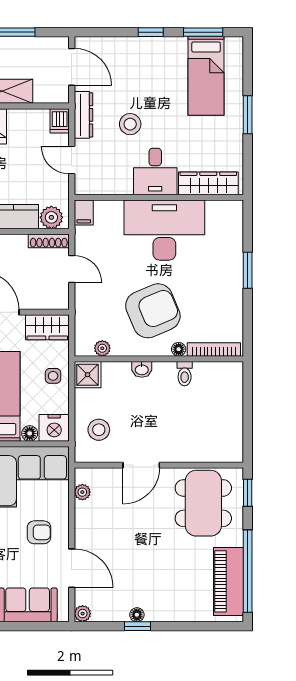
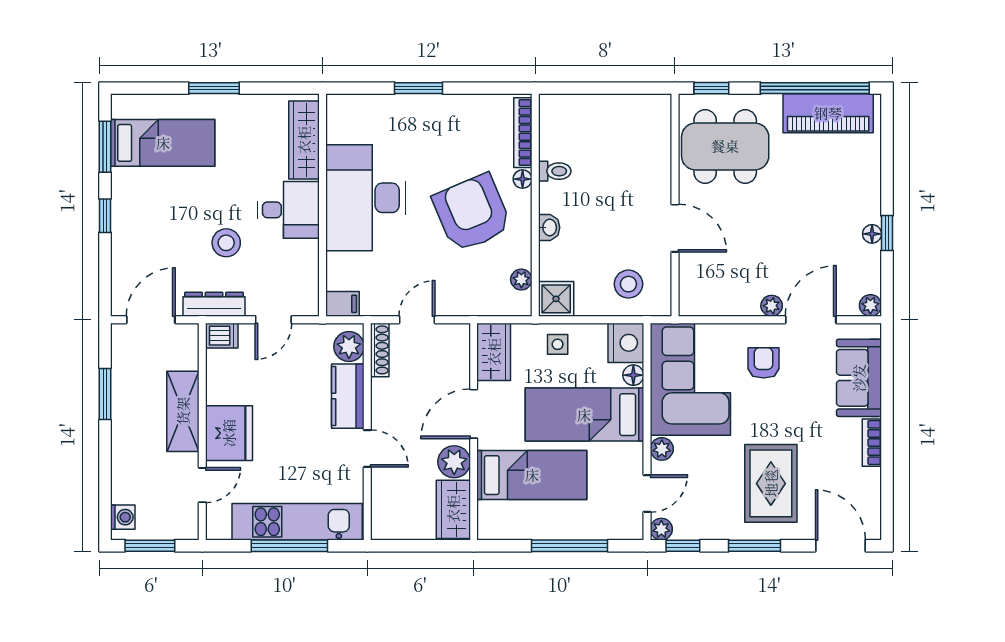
plant: (82, 492) -> (772, 306), moved

